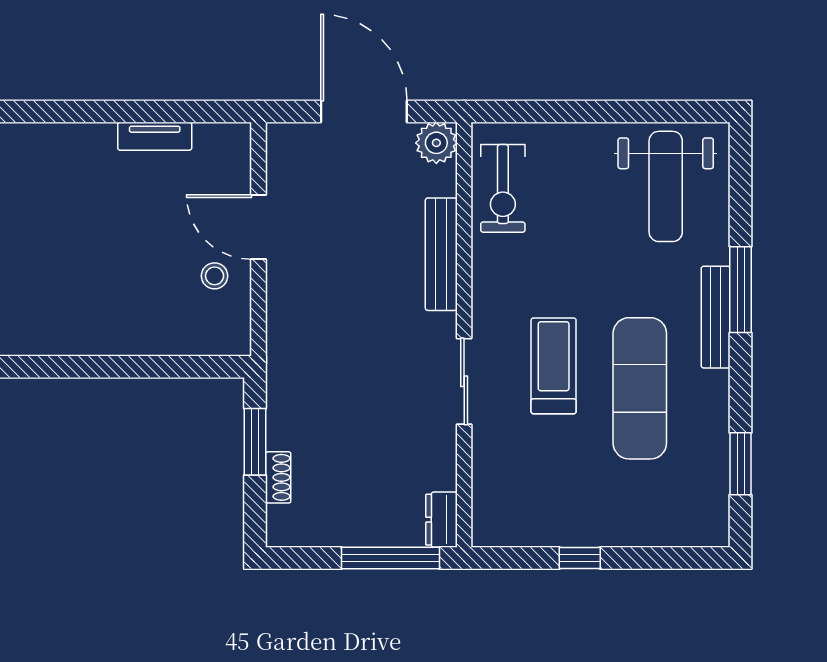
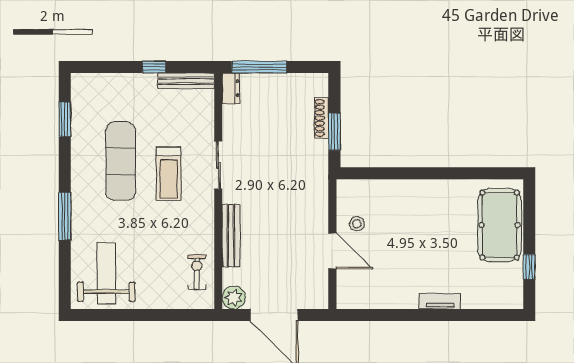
tv unit: (155, 136) -> (440, 301), moved
exercise bike: (503, 188) -> (197, 272), width x0.73, depth x0.72
bench: (716, 317) -> (186, 81), moved, turned 90
shoe rack: (278, 477) -> (321, 118), width x1.43

